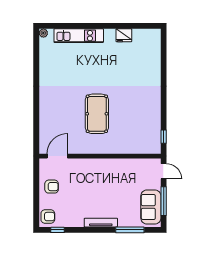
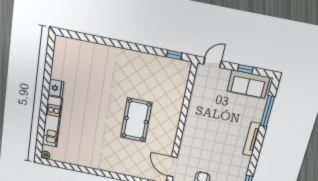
fridge: (124, 35) -> (56, 88), moved
pool table: (97, 114) -> (136, 120), turned 90
window: (164, 201) -> (245, 69), width x0.46

